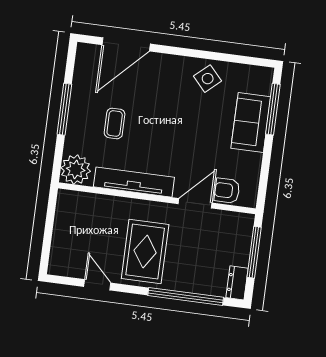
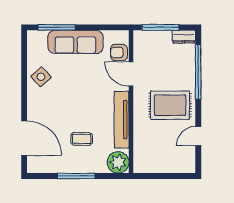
sofa: (251, 122) -> (75, 42), width x1.36
armchair: (227, 191) -> (119, 52), turned 90

